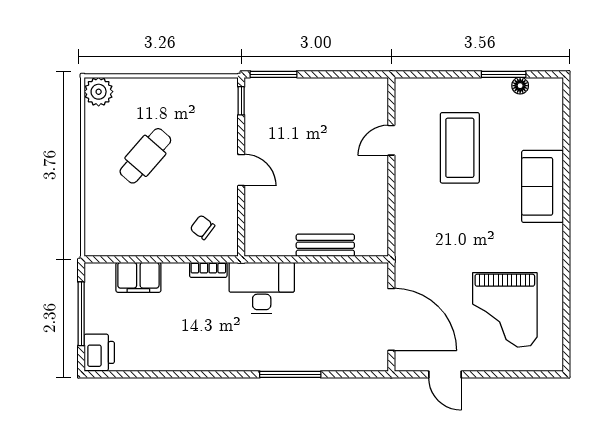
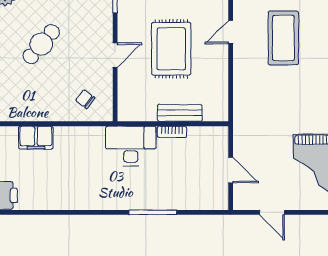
rug: (314, 162) -> (171, 49), added
door: (241, 170) -> (115, 55), hinge flipped
bookcase: (208, 270) -> (172, 132), moved
door: (391, 319) -> (231, 170), width x0.53

